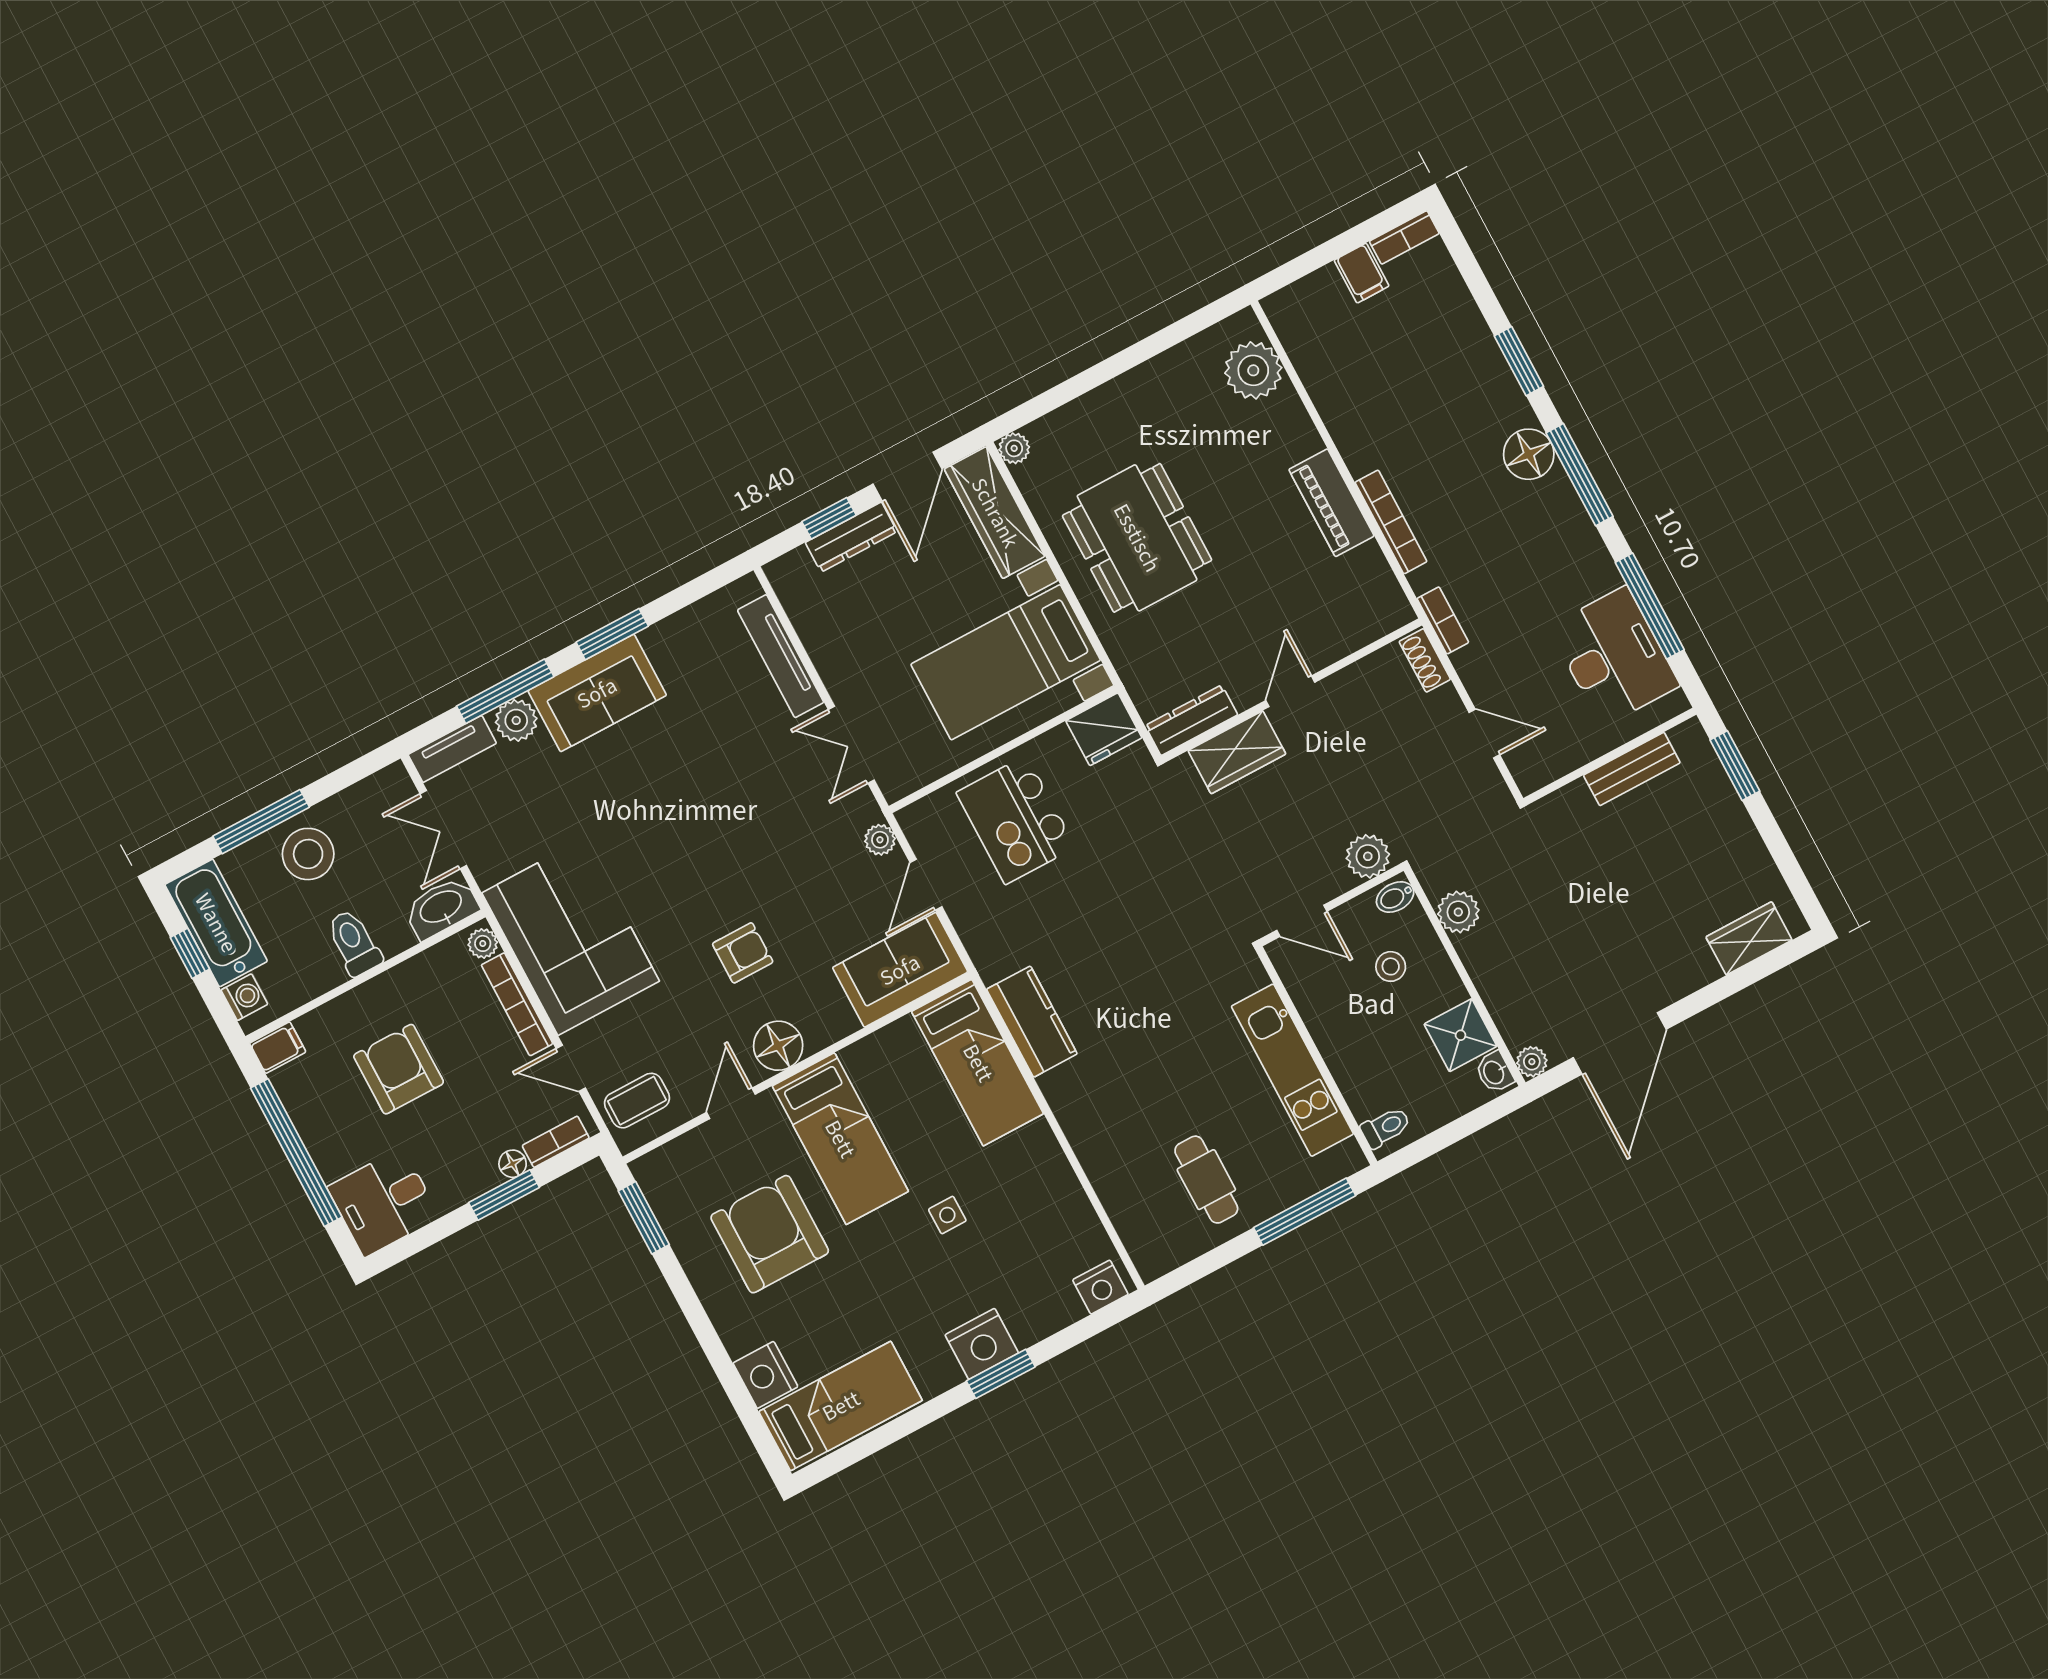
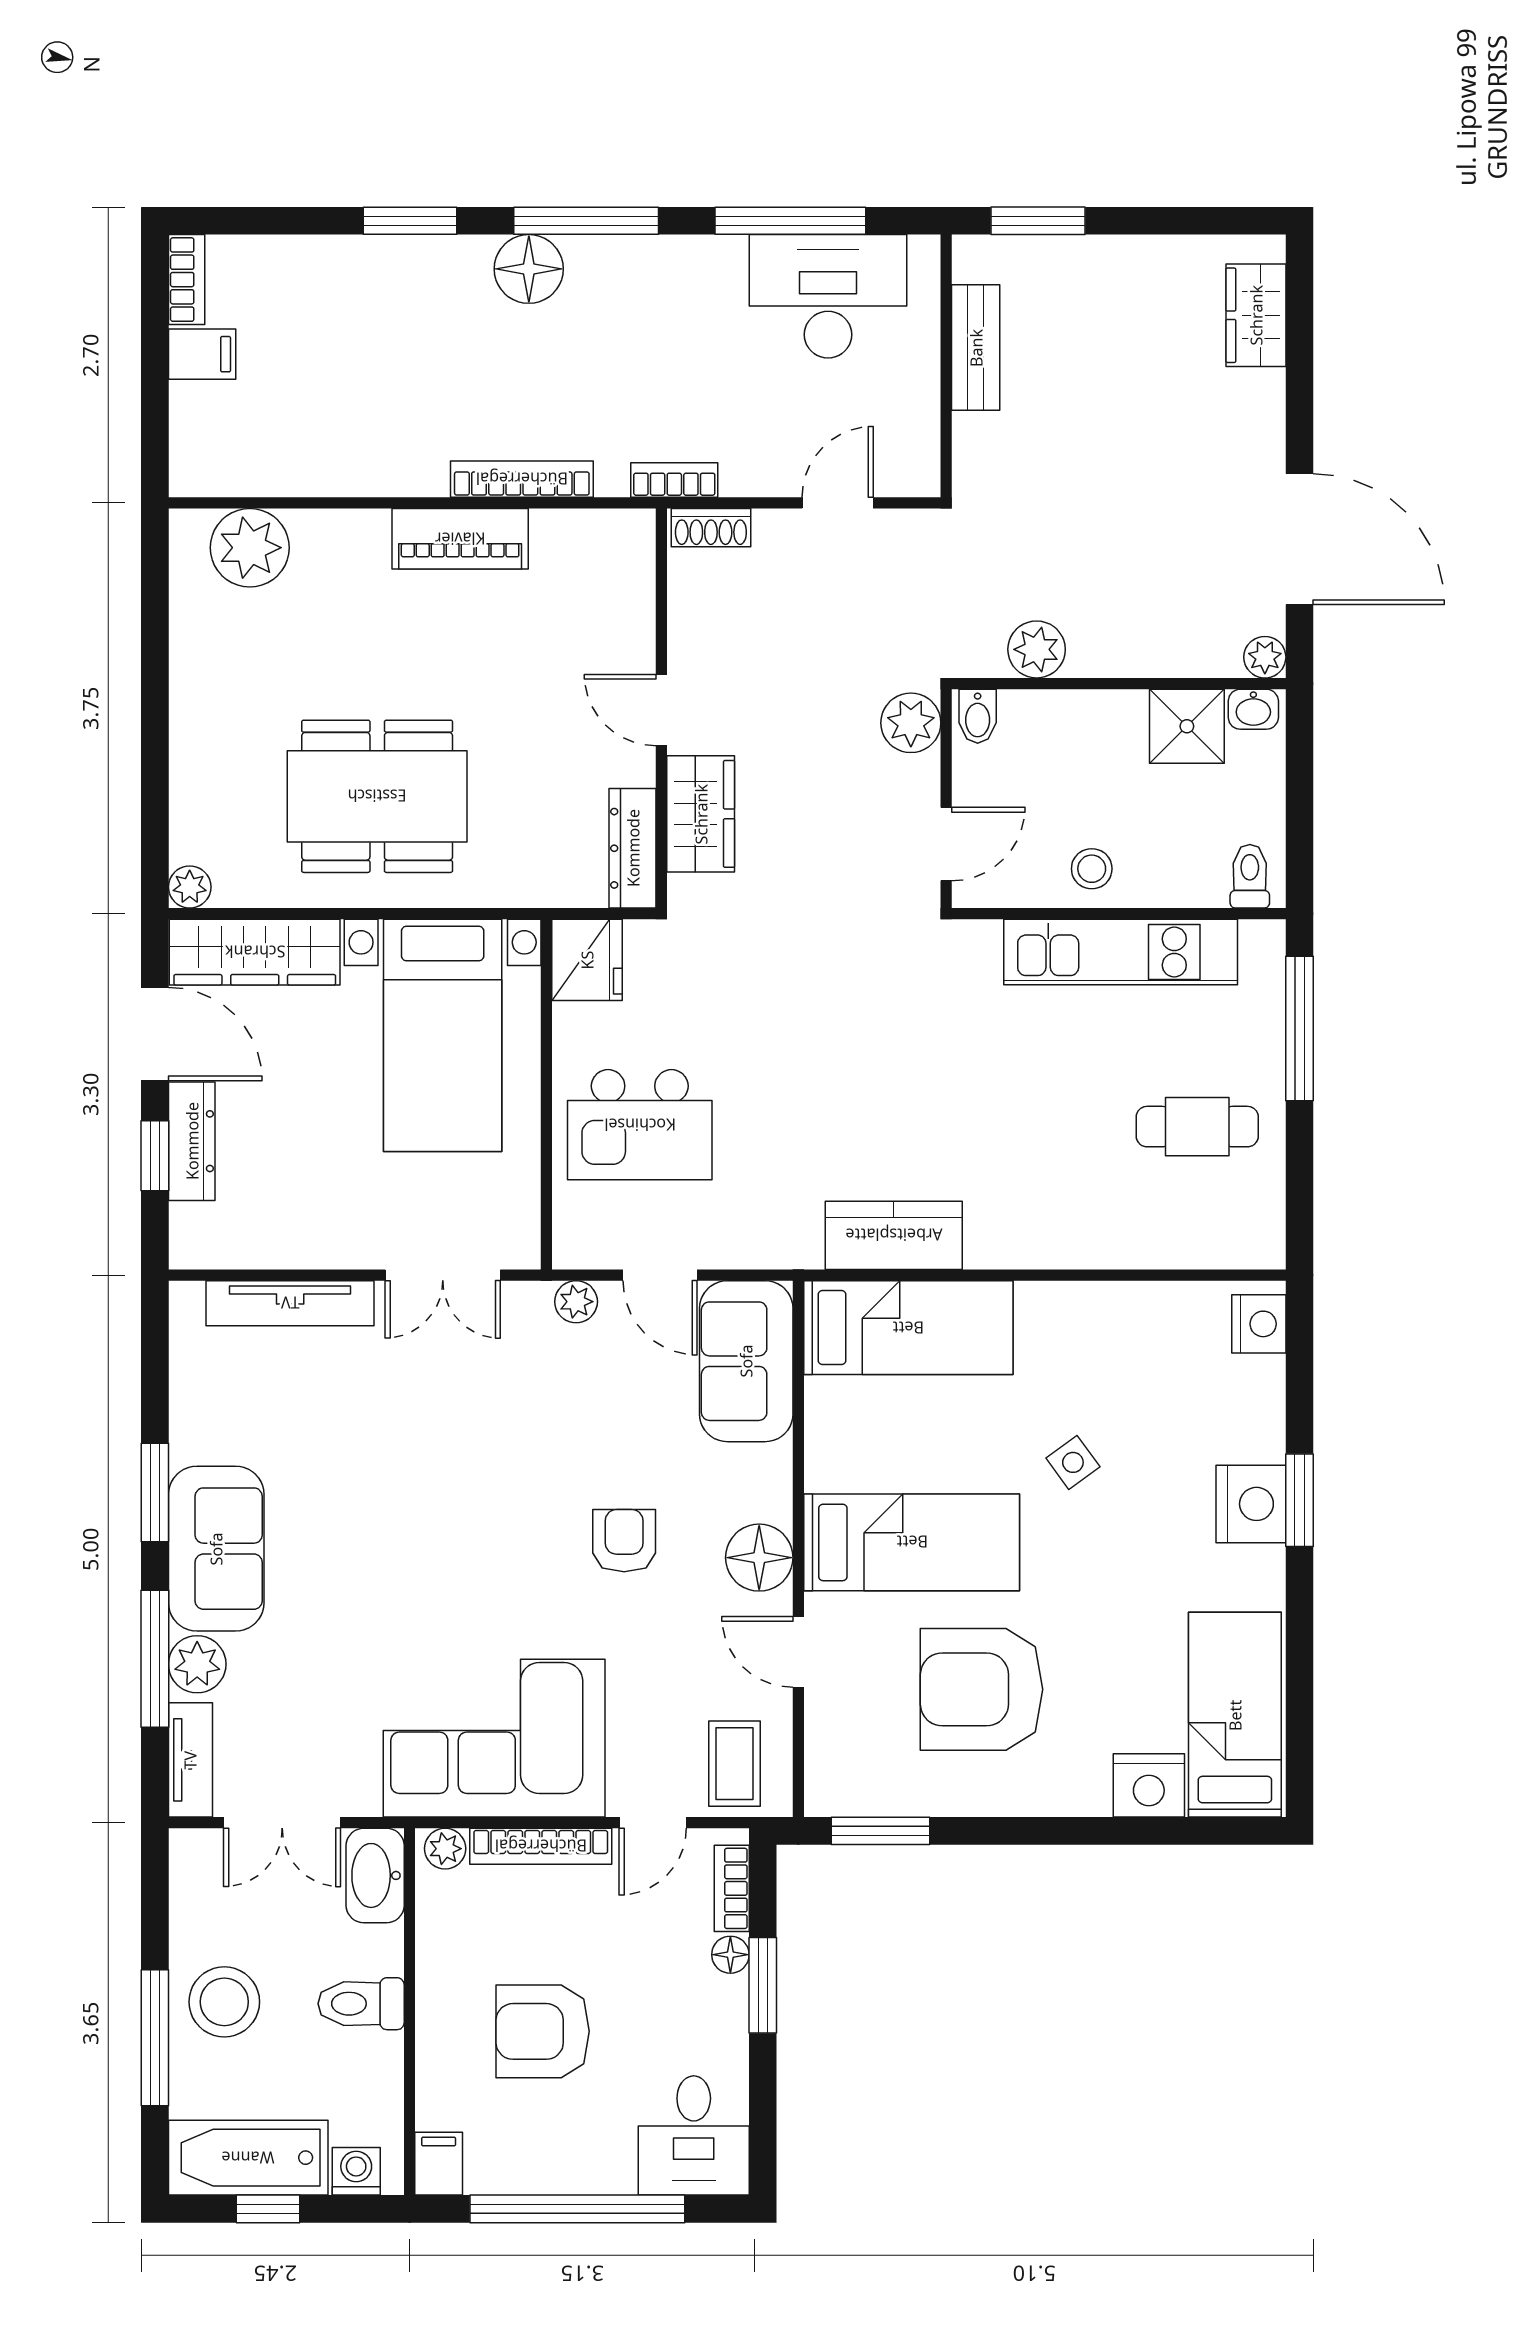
stool: (1391, 966) -> (1092, 869), moved
side table: (947, 1215) -> (1073, 1462), turned -36

